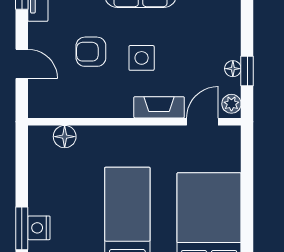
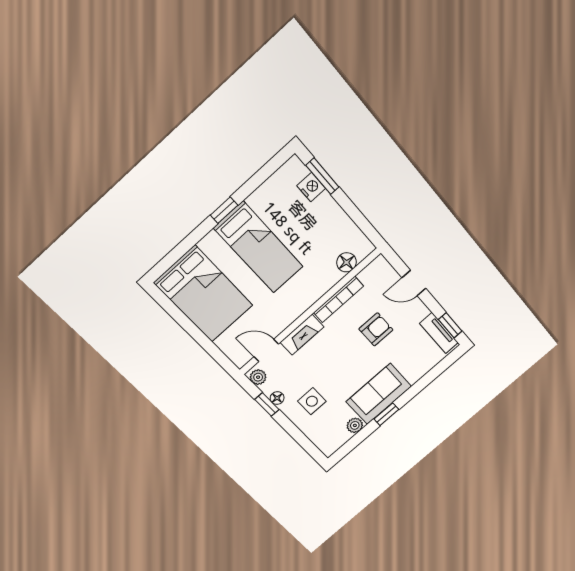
side table: (142, 58) -> (312, 401), moved
bookcase: (100, 110) -> (338, 299), added
door: (202, 122) -> (266, 350), swing flipped

